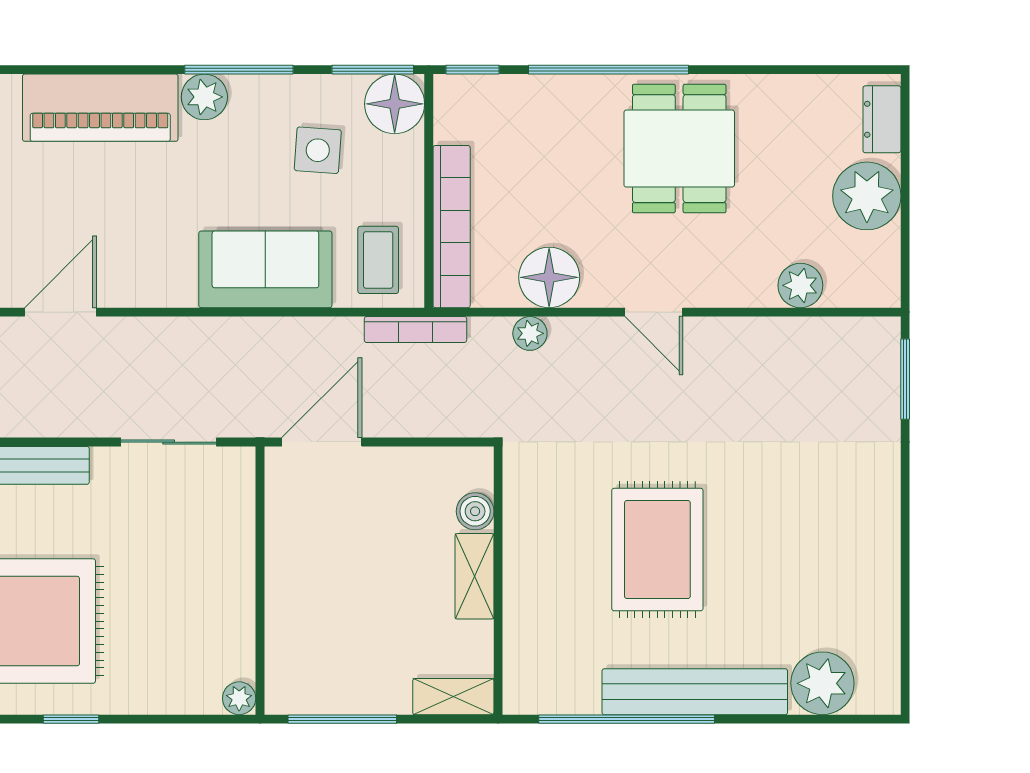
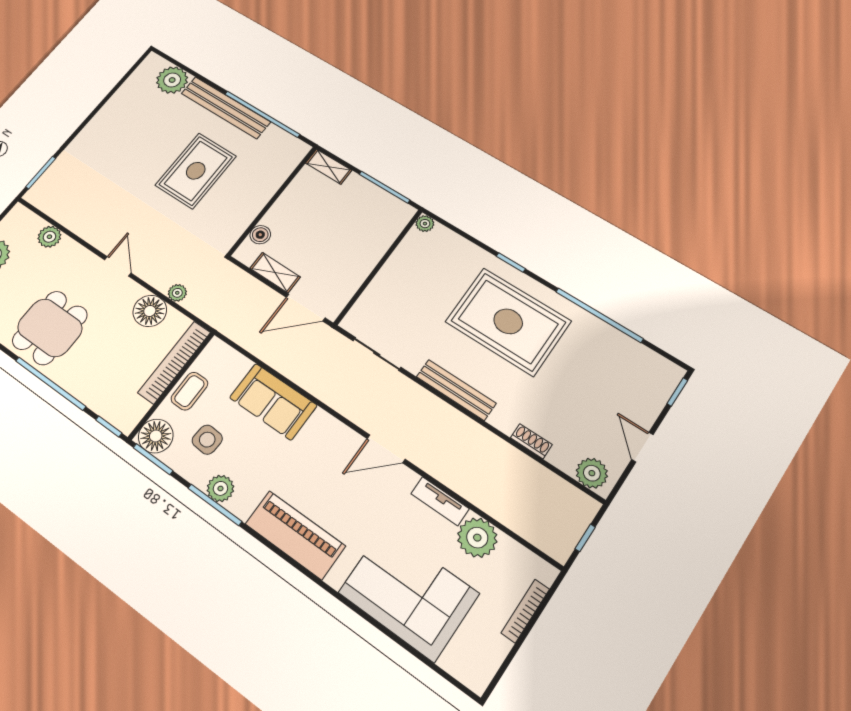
plant: (204, 97) -> (220, 488), moved
coffee table: (378, 260) -> (189, 391), moved
bookcase: (415, 330) -> (226, 328), removed
shelving: (474, 576) -> (275, 273), moved, turned 90

